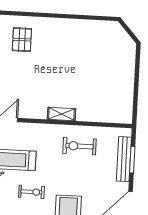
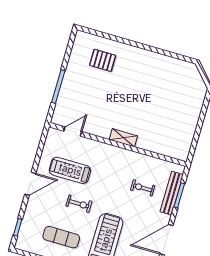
pallet: (22, 40) -> (103, 60), turned 90
exercise bike: (79, 146) -> (143, 188), moved, width x0.73, depth x0.72

